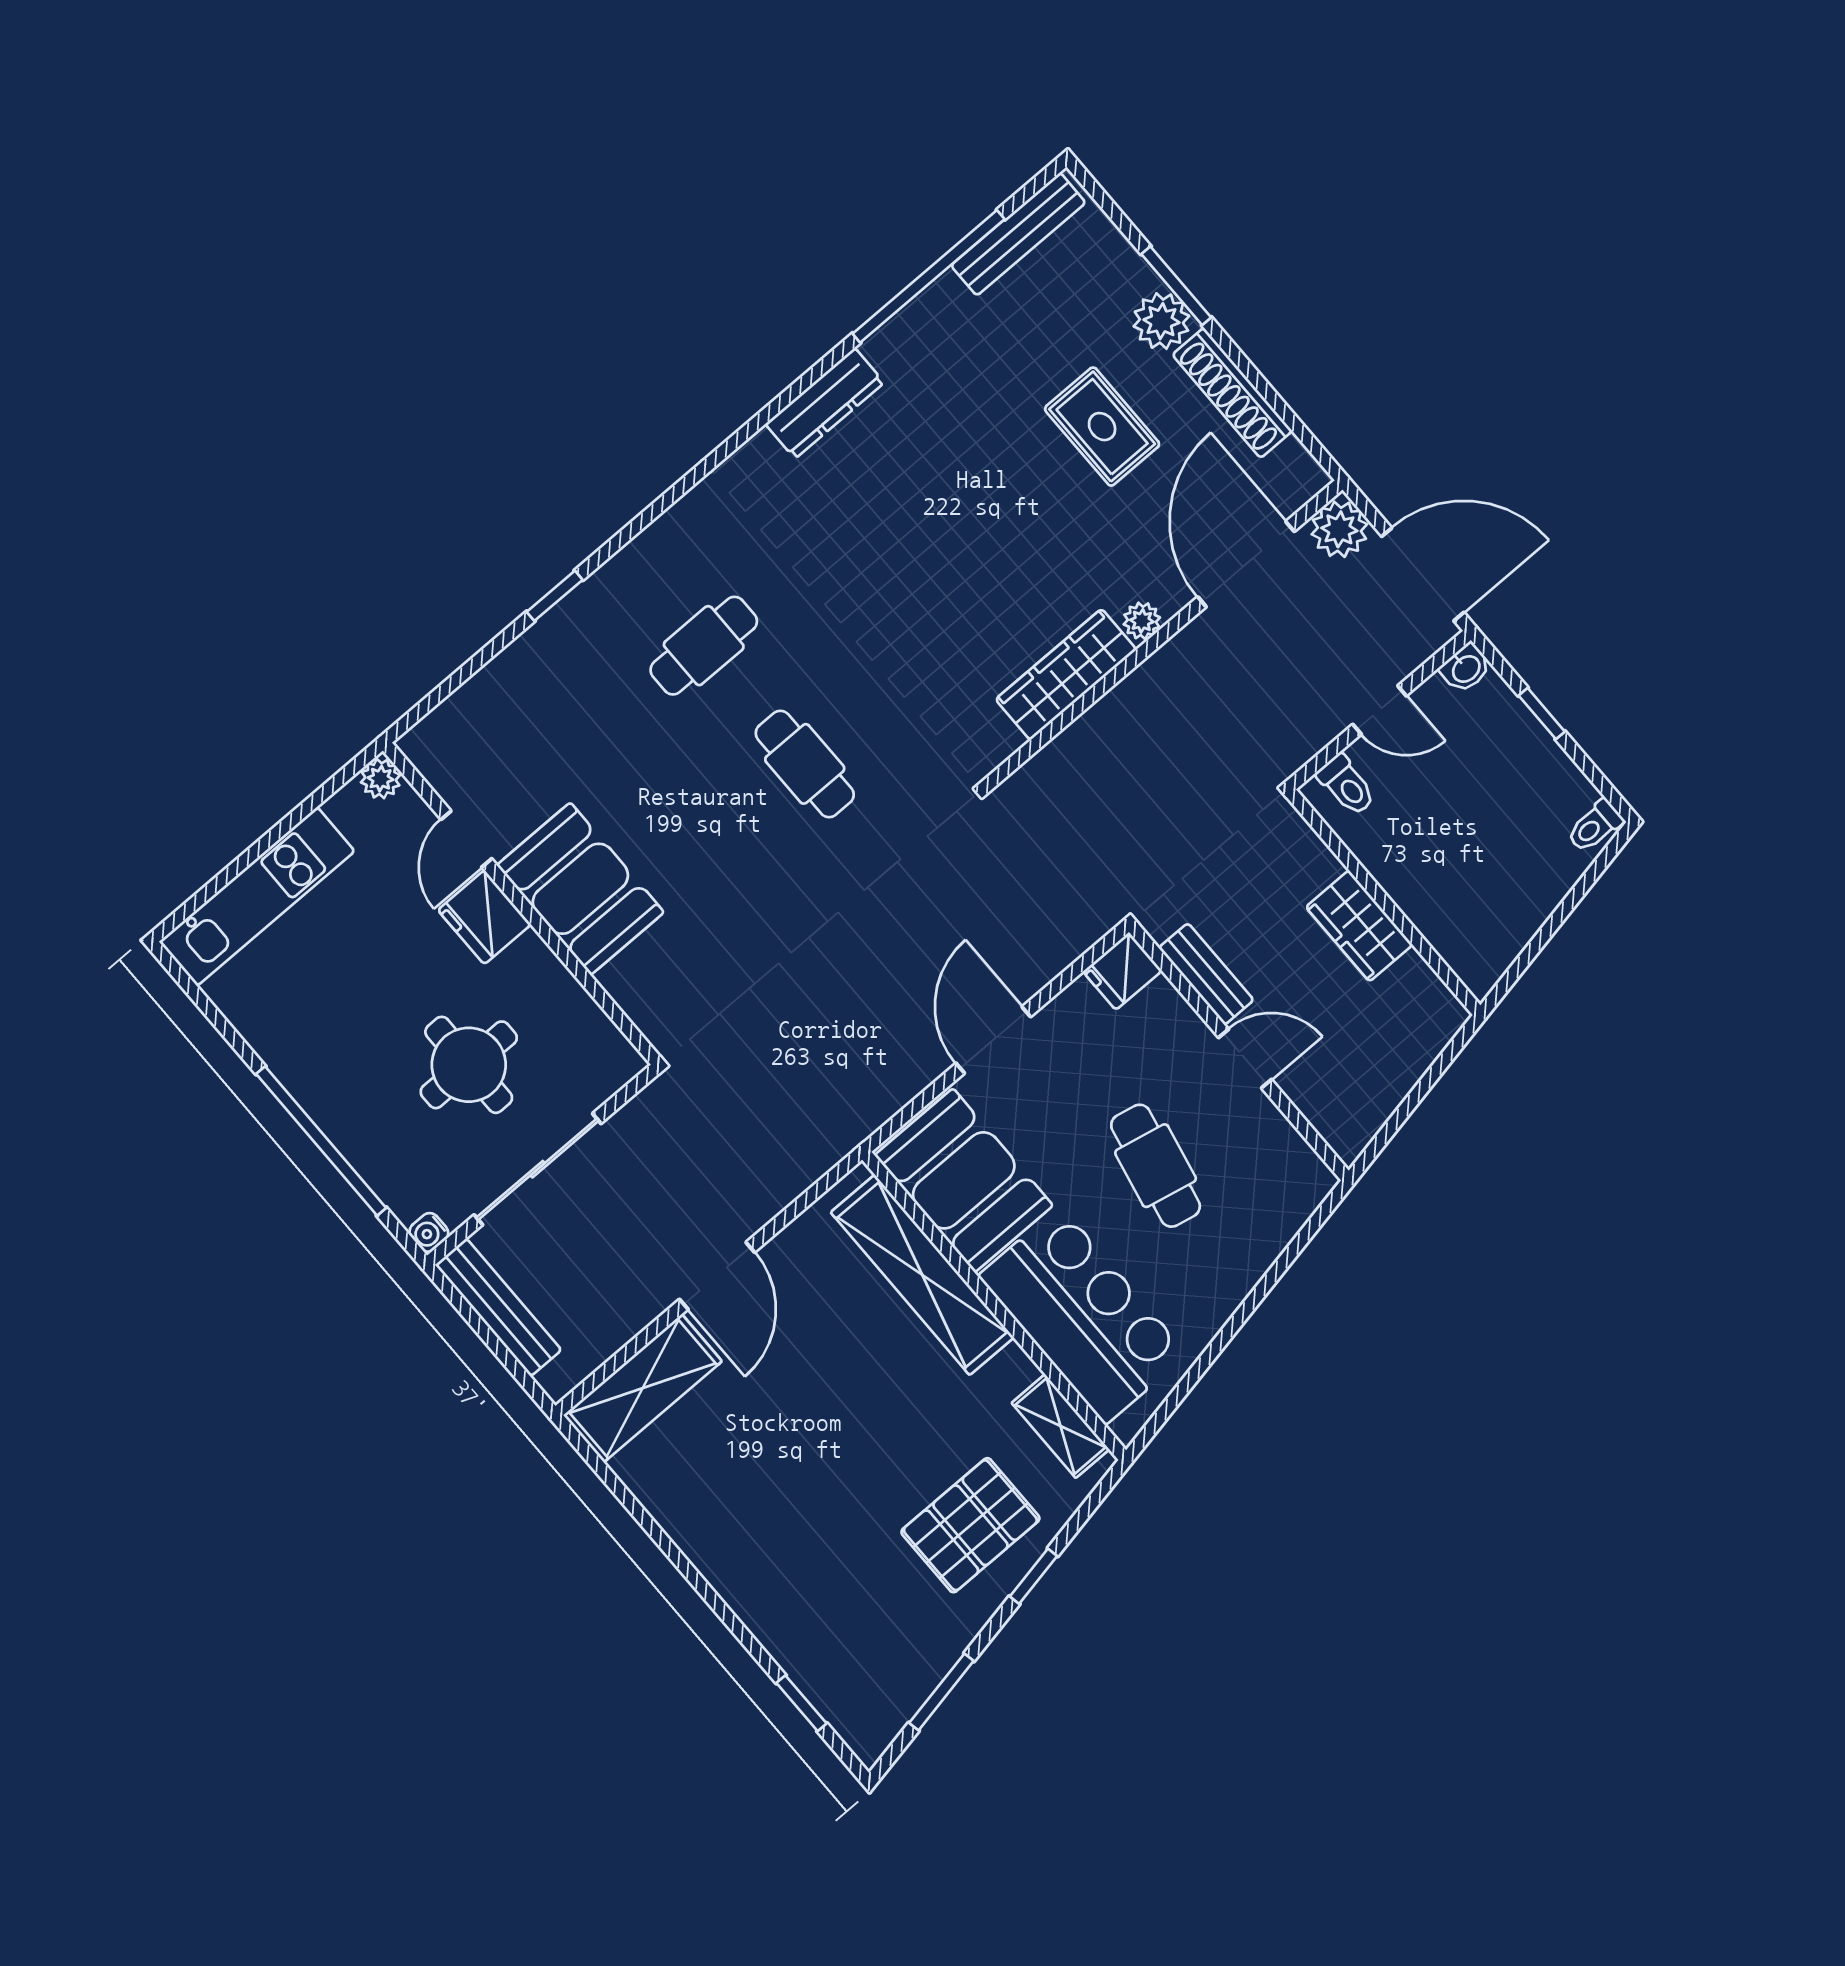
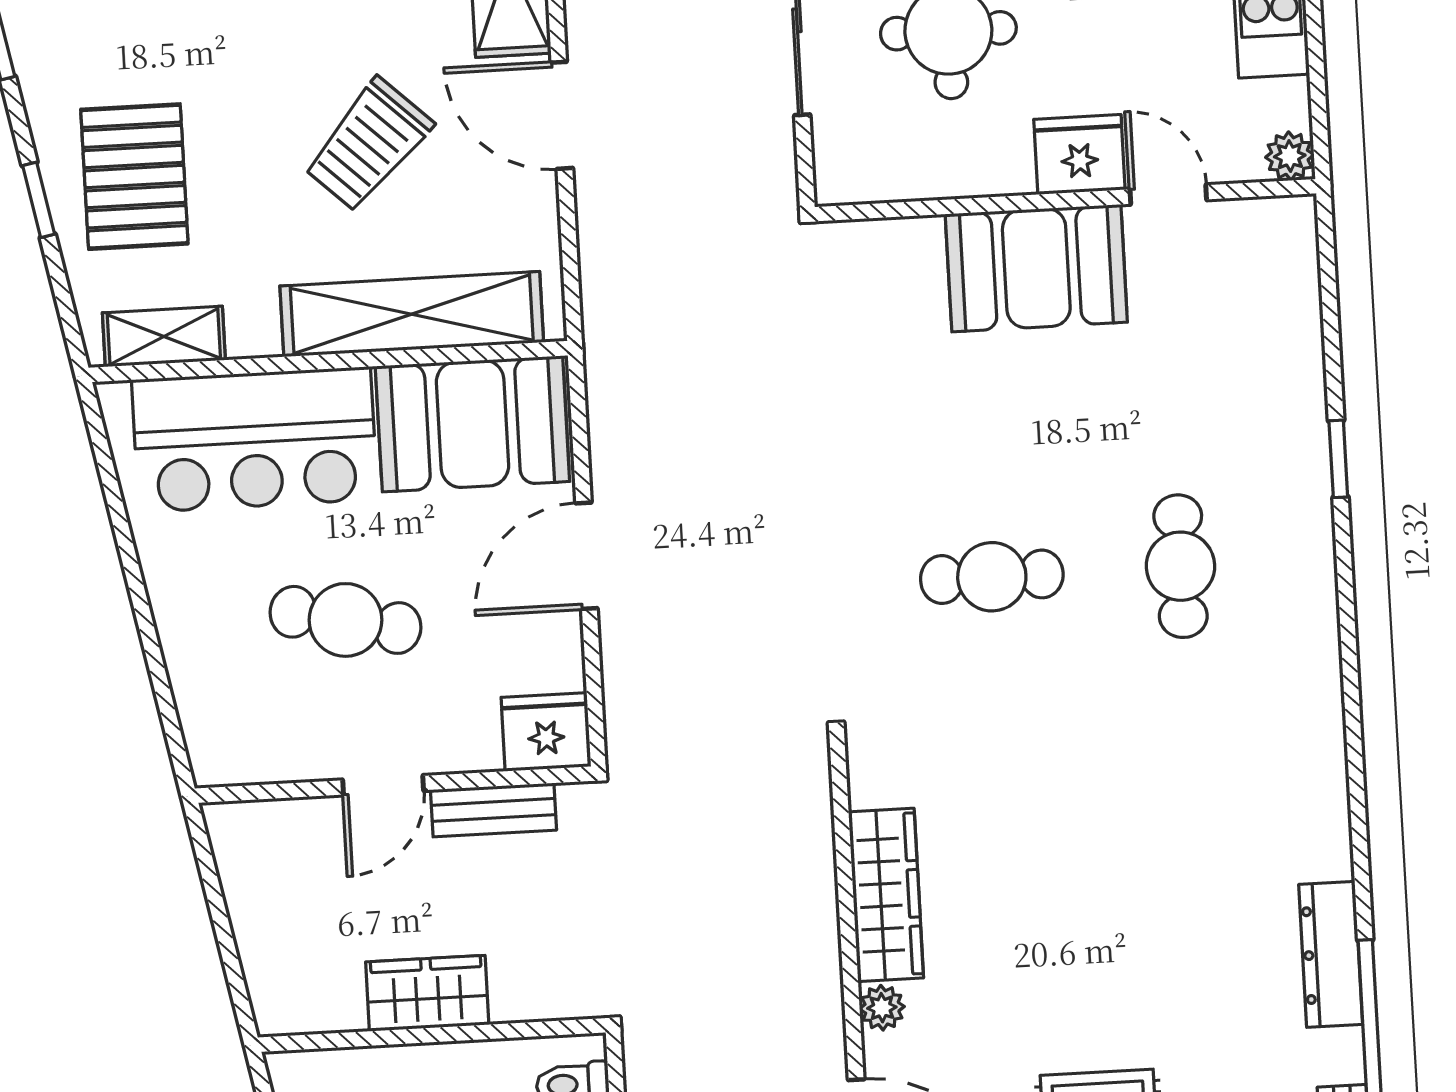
dresser: (825, 403) -> (1331, 954), moved
fridge: (1122, 971) -> (546, 732), width x1.38
door: (993, 1040) -> (586, 556), swing flipped
trolley: (833, 1388) -> (368, 145), added

